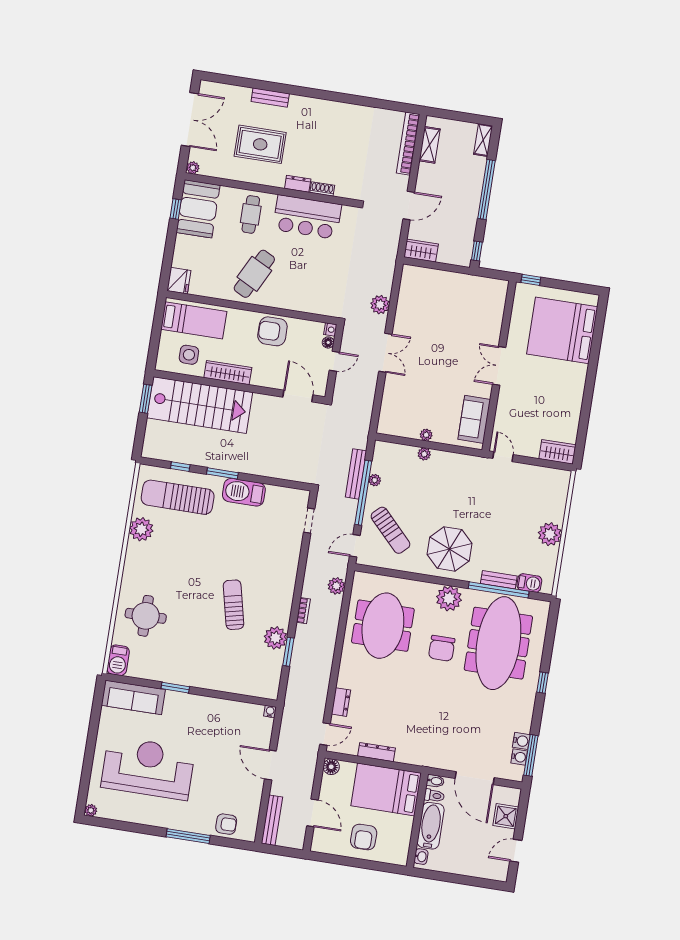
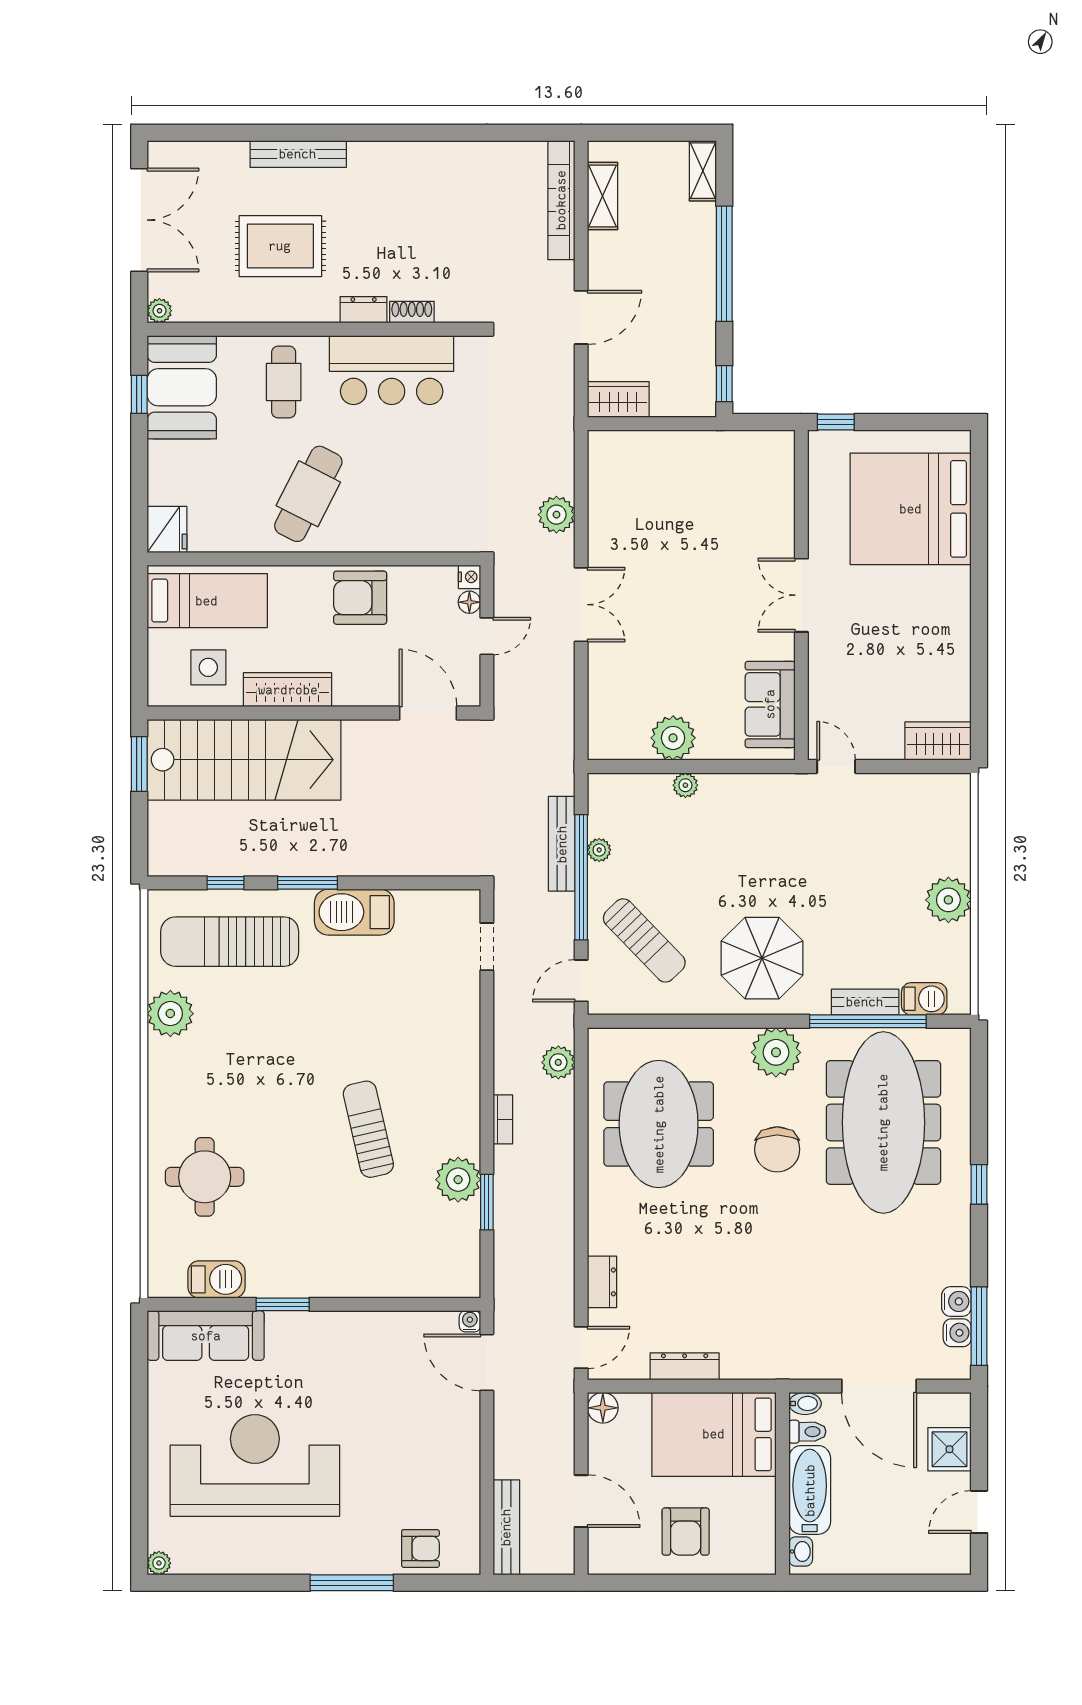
bench: (270, 98) -> (298, 154), width x1.36
plant: (426, 435) -> (673, 738), width x1.88, depth x1.88
barbecue: (118, 660) -> (216, 1279), moved, turned -90
door: (270, 765) -> (487, 1362), moved

